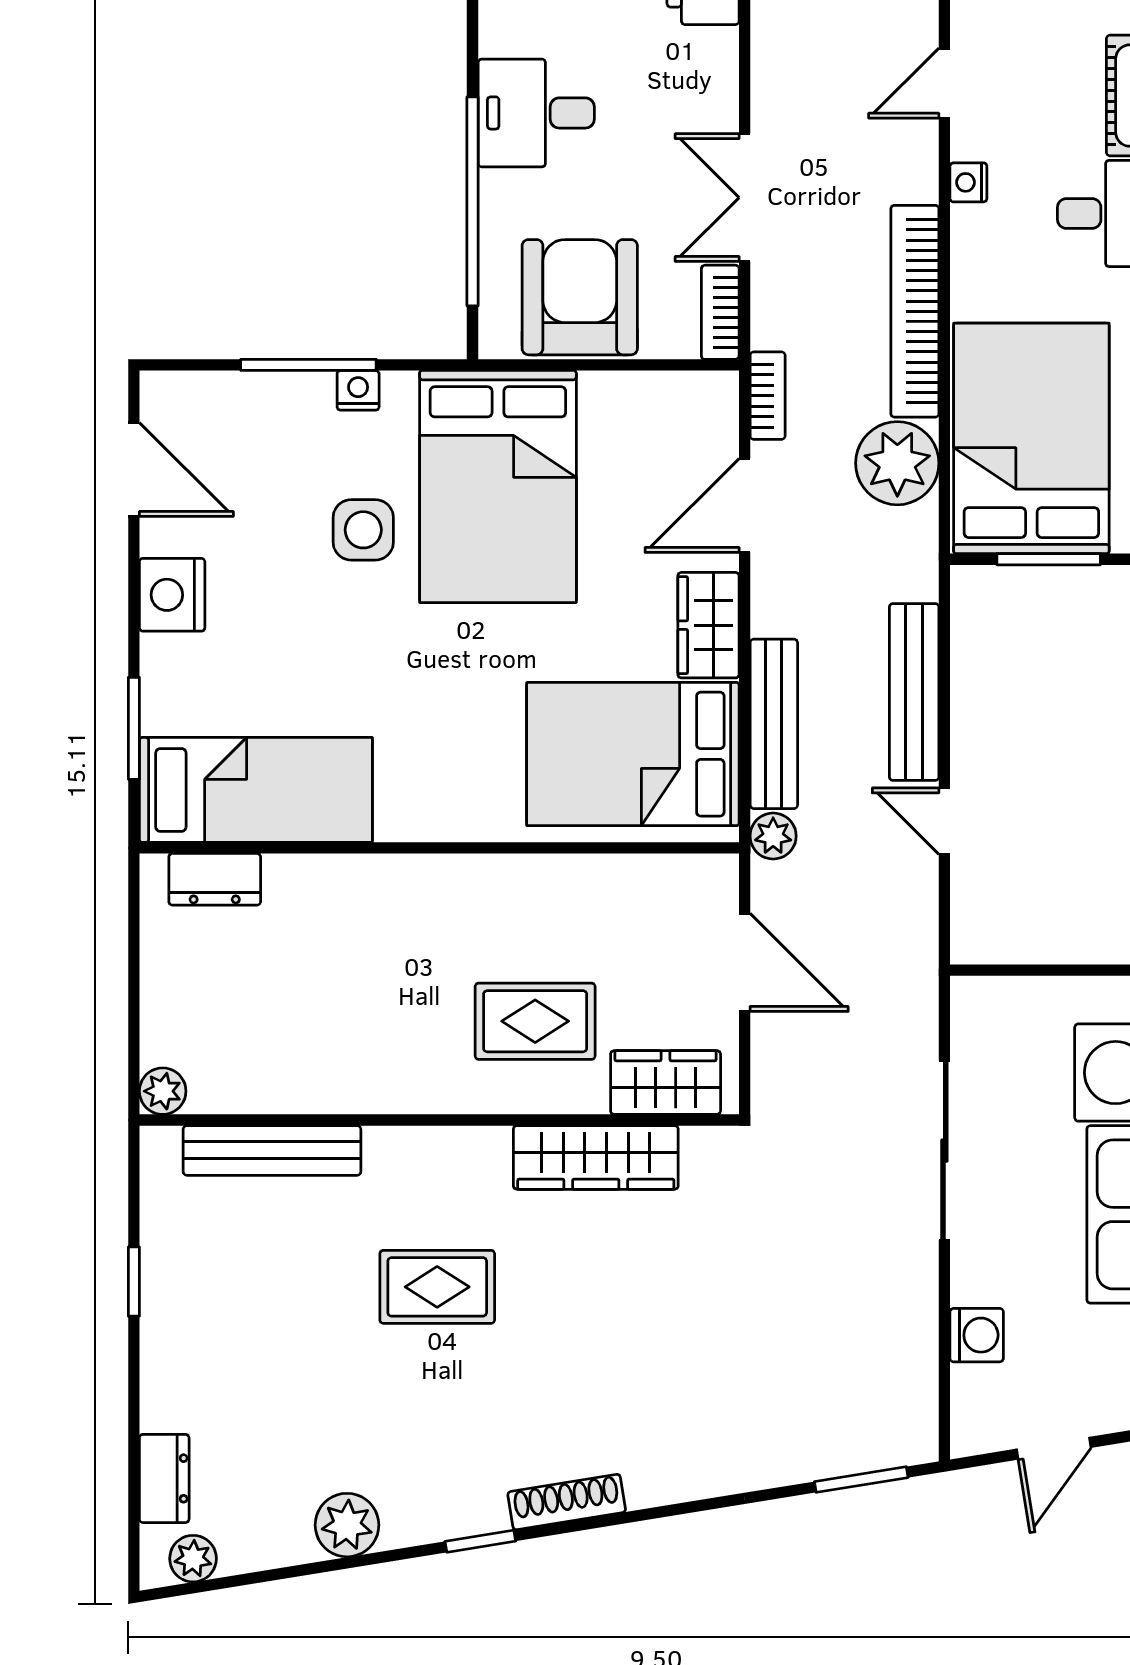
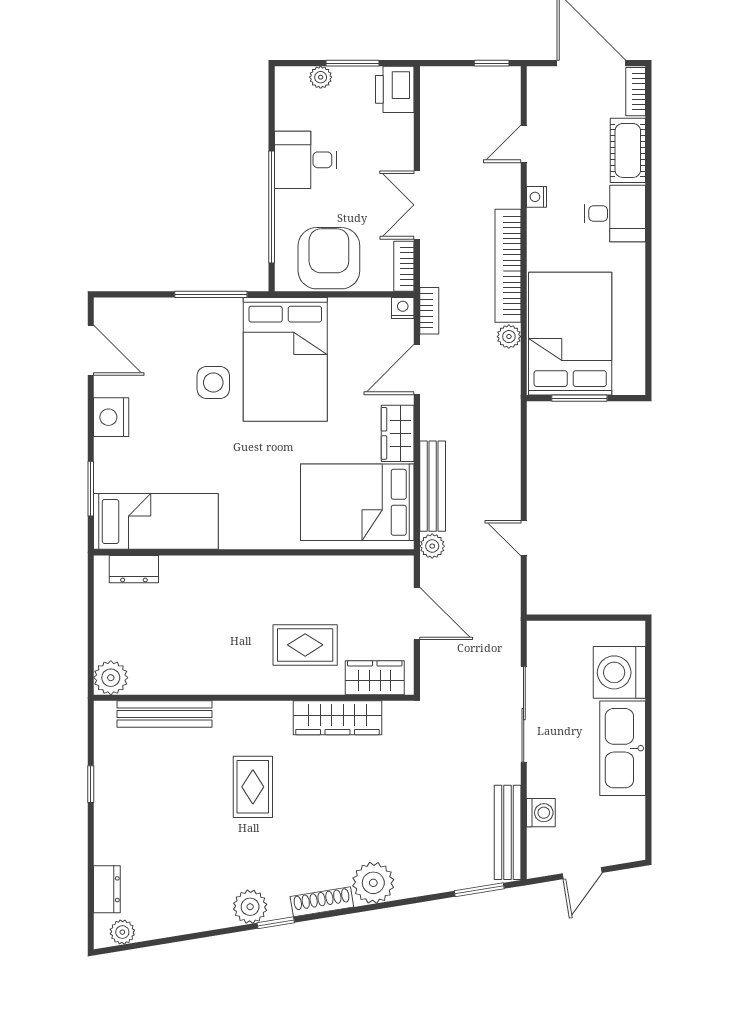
window: (308, 365) -> (211, 294), moved
nightstand: (358, 390) -> (403, 308), moved
plant: (897, 463) -> (509, 337), width x0.53, depth x0.53
bench: (914, 692) -> (508, 832), moved
plant: (163, 1091) -> (111, 678), width x1.38, depth x1.38
rug: (437, 1287) -> (253, 787), turned 90
plant: (663, 1466) -> (373, 883), added
plant: (347, 1525) -> (250, 907), moved

